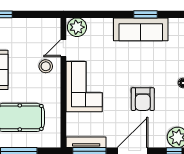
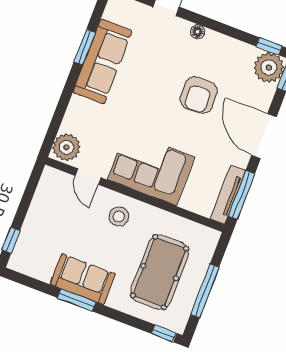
stool: (46, 66) -> (119, 216), moved
armchair: (143, 99) -> (199, 95), turned 88

